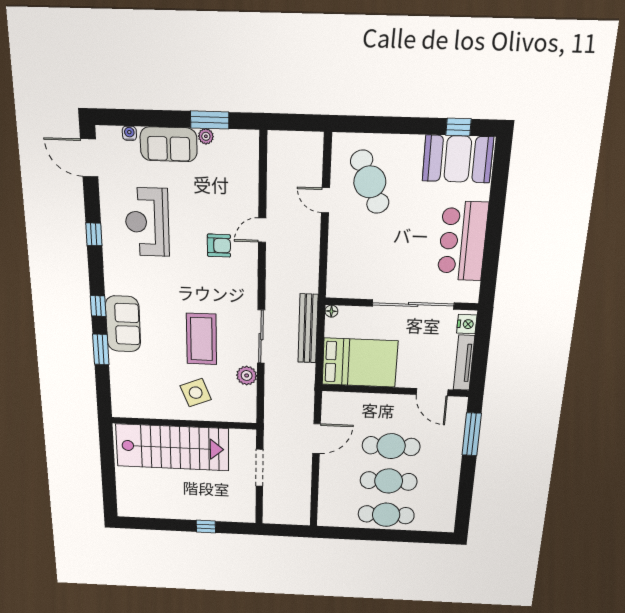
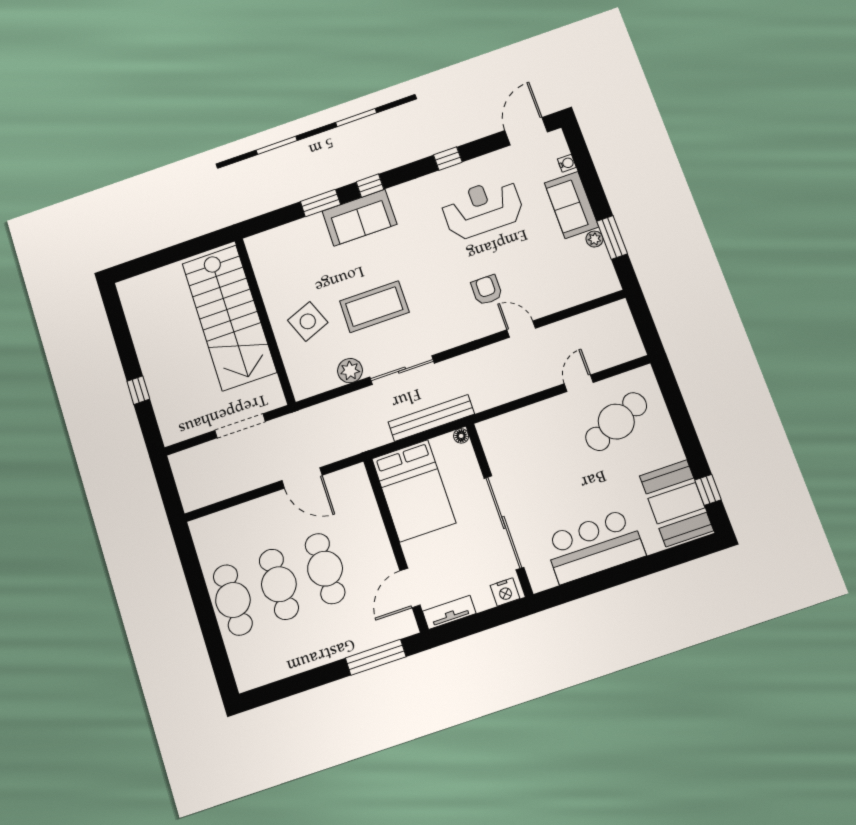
armchair: (219, 246) -> (487, 290), turned 180
tv unit: (464, 363) -> (449, 612), width x0.71

